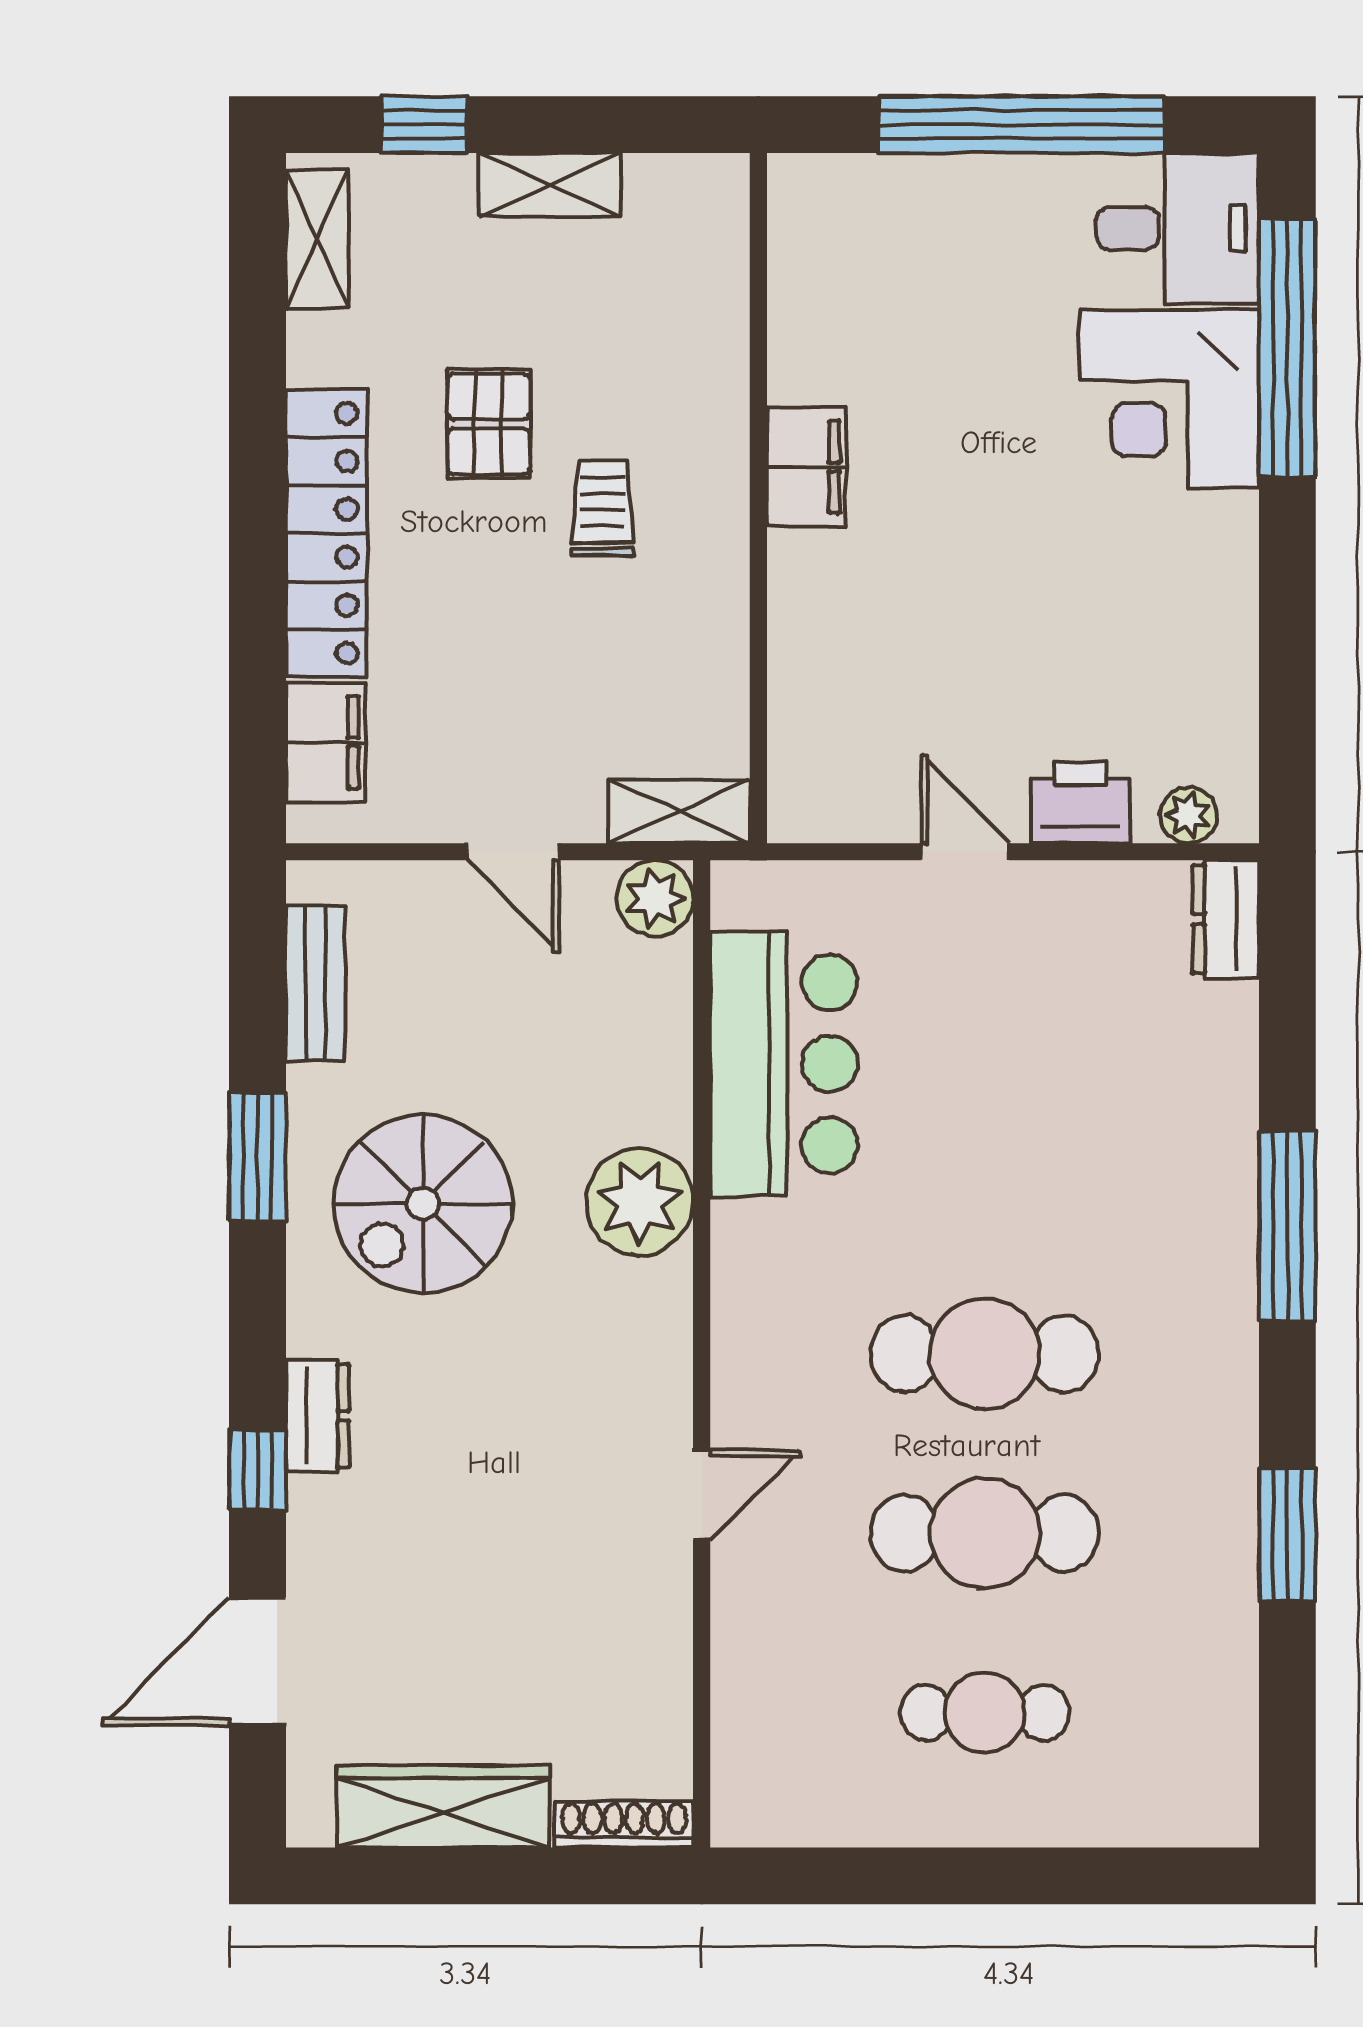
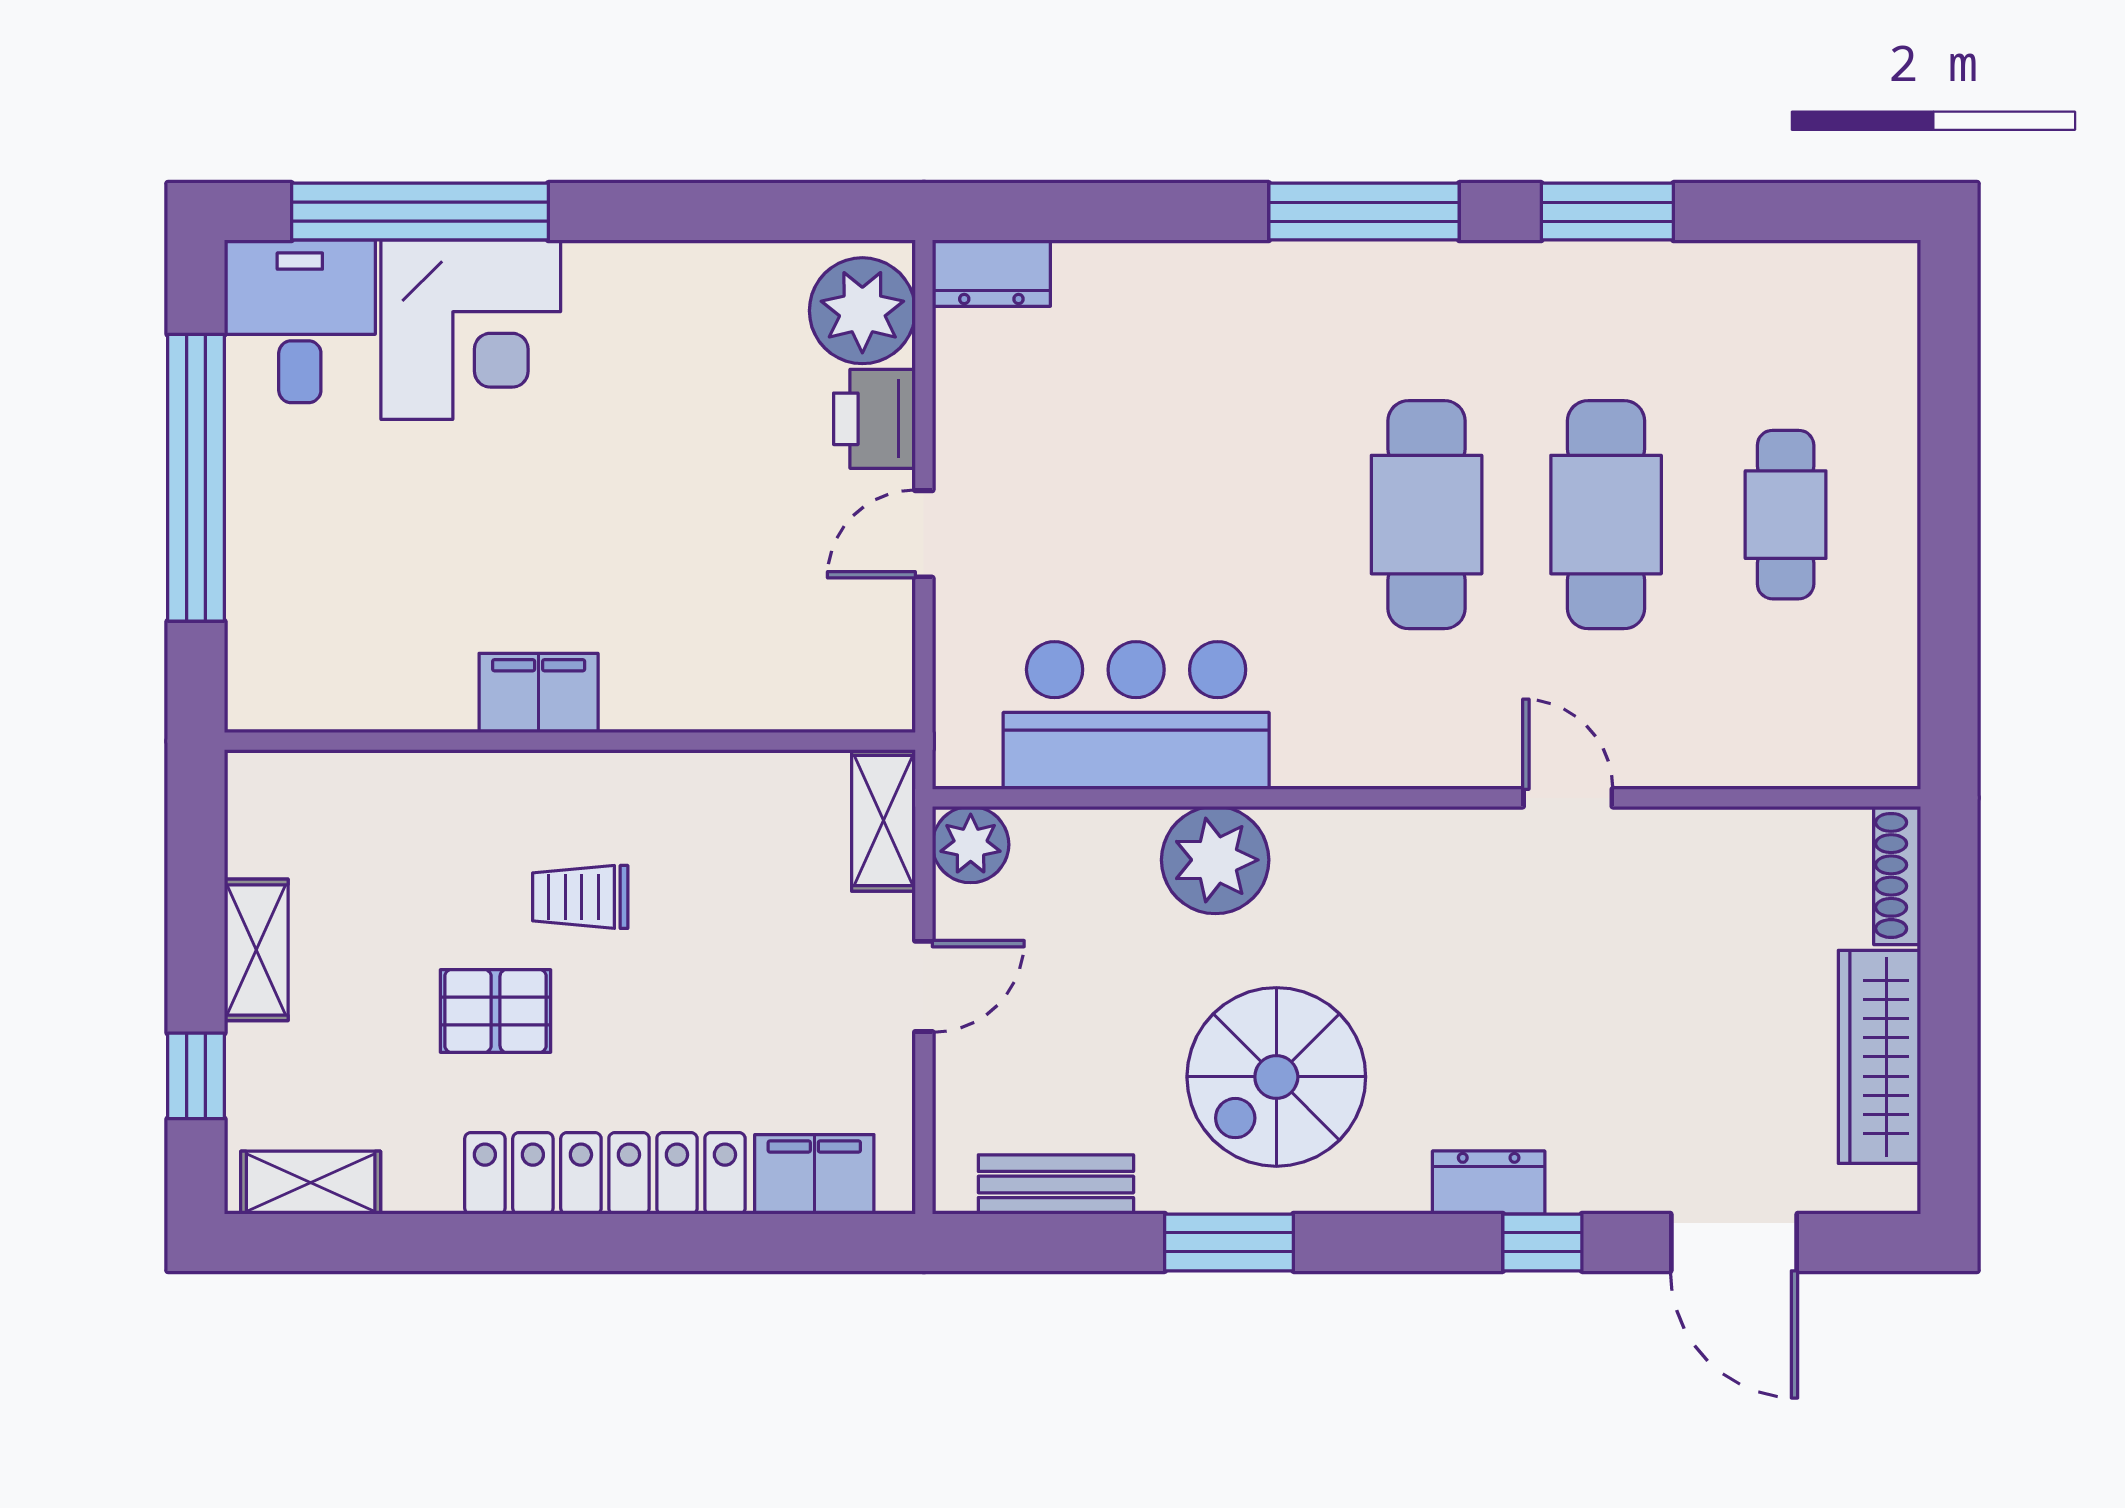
plant: (1188, 815) -> (862, 311), width x1.88, depth x1.88
plant: (640, 1202) -> (1215, 860), moved
spiral stairs: (423, 1204) -> (1276, 1077), turned 90
window: (1287, 1226) -> (1364, 212), moved

